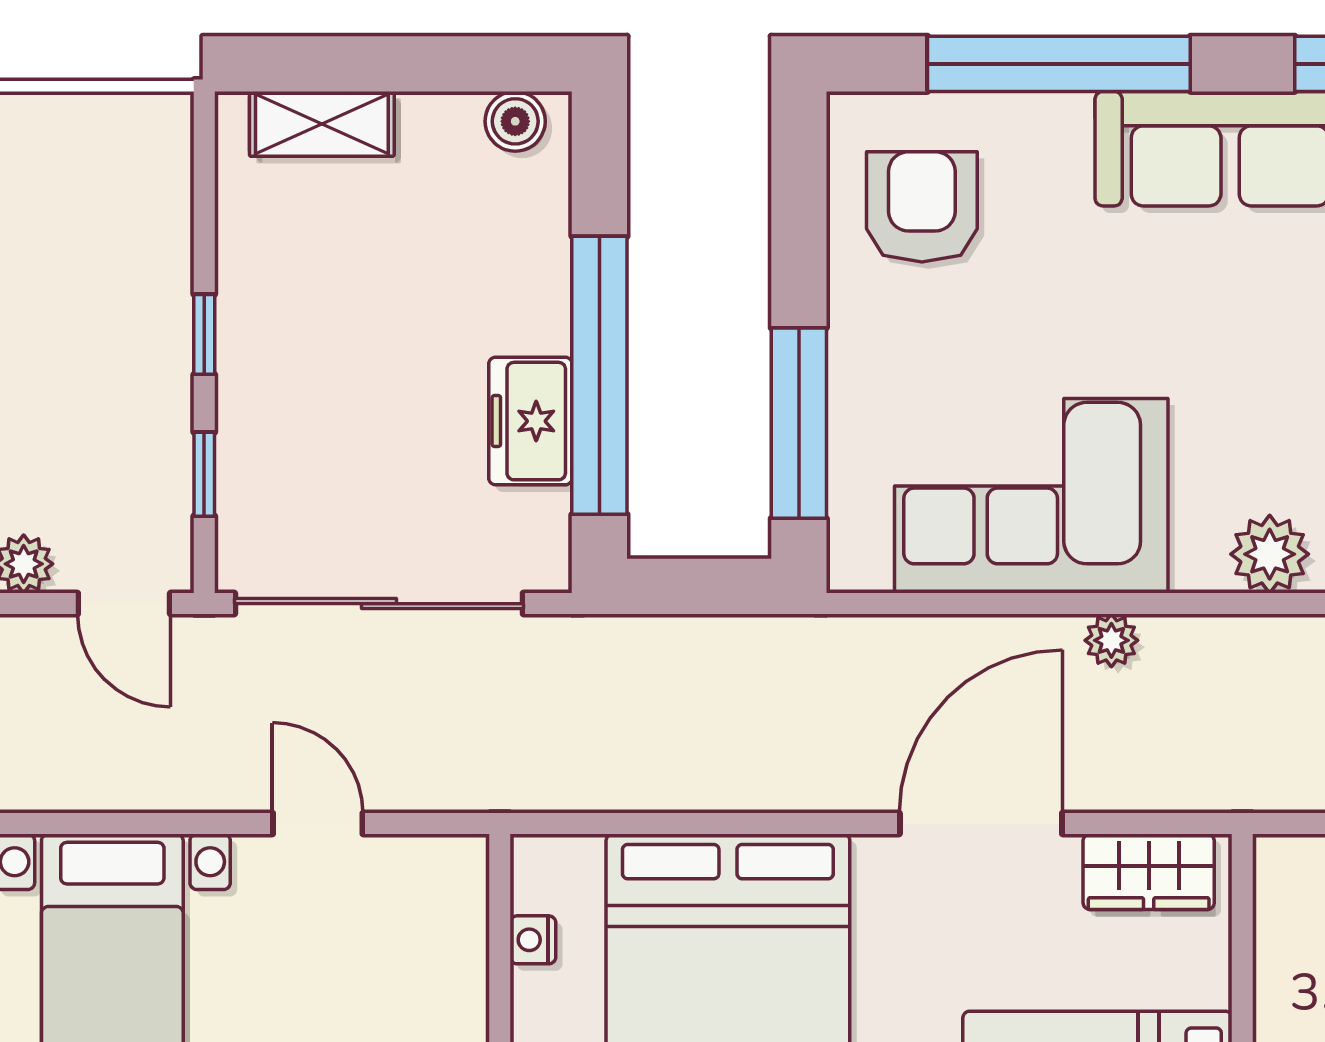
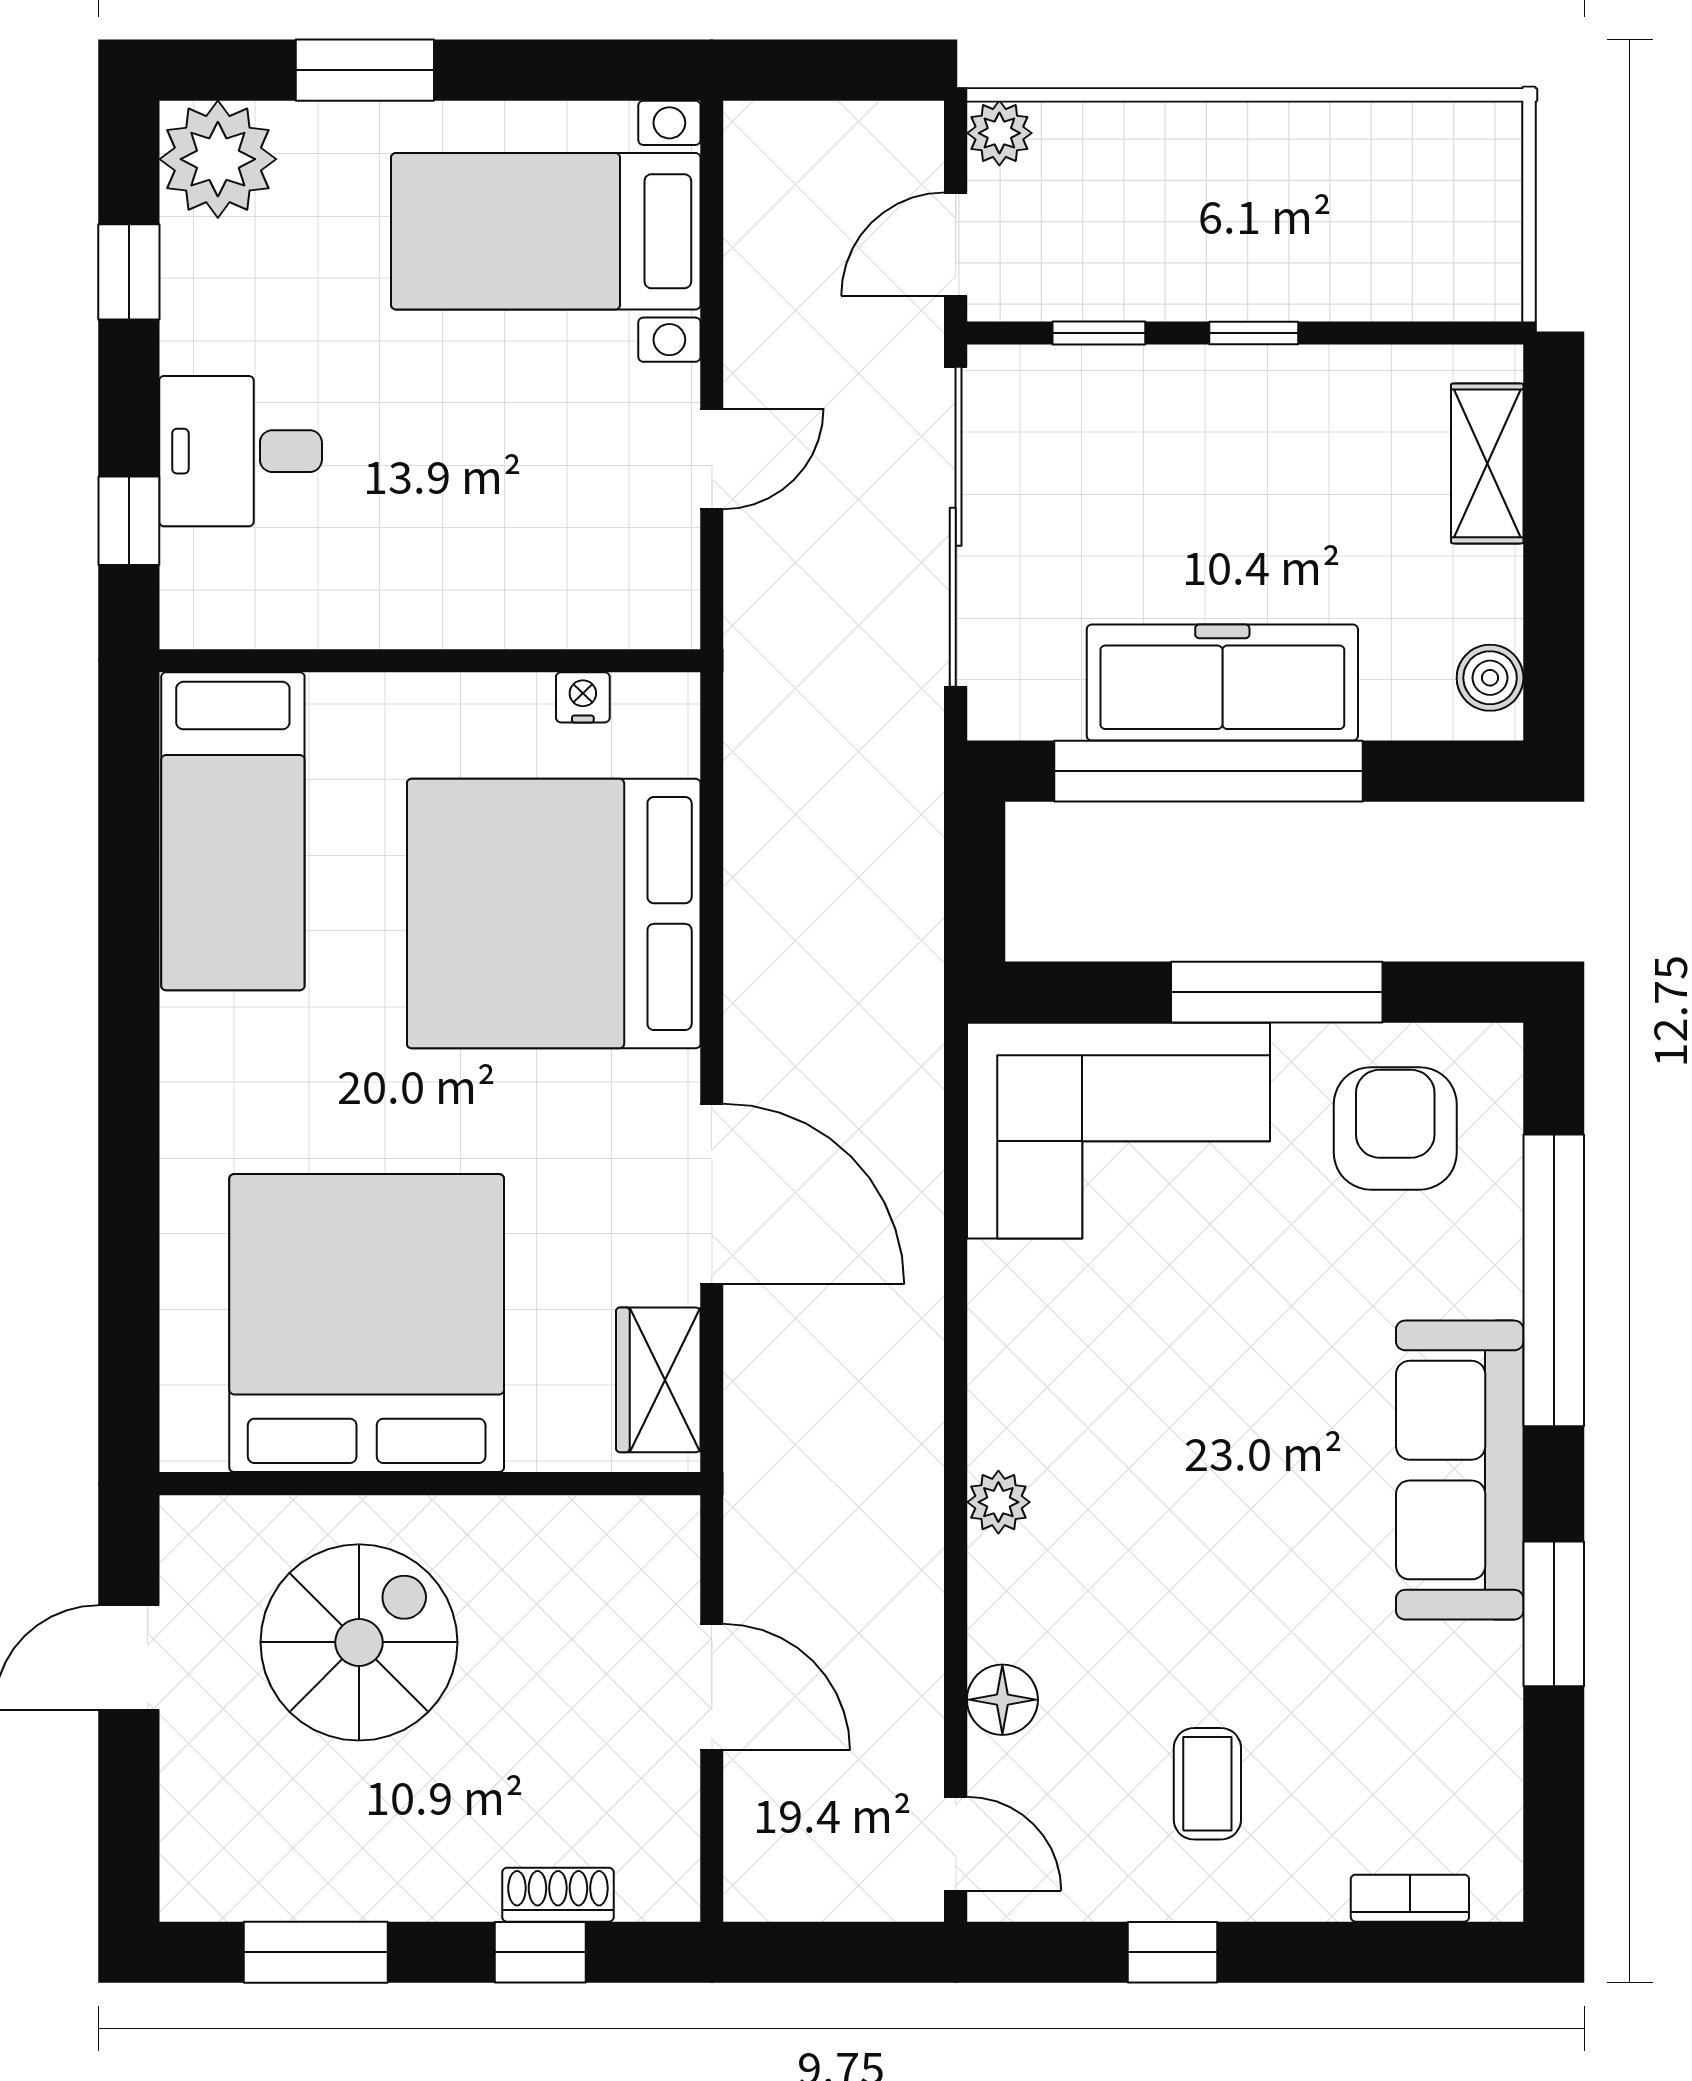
armchair: (922, 207) -> (1395, 1128), turned -90
freezer: (530, 421) -> (1222, 683), width x1.91, depth x1.26
window: (799, 423) -> (1277, 992), moved
corner sofa: (1031, 496) -> (1118, 1131), moved, turned 90
plant: (1270, 554) -> (998, 1502), width x0.73, depth x0.73
plant: (1111, 640) -> (915, 1338), removed

